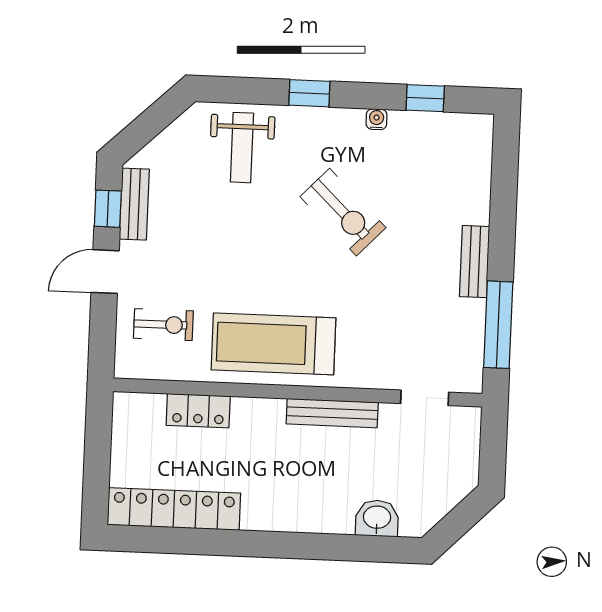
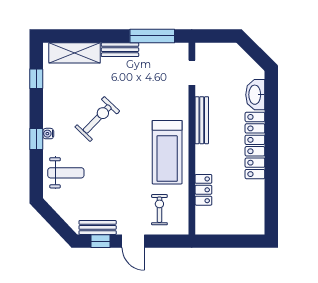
water cooler: (377, 119) -> (48, 134), moved
shelving: (472, 174) -> (75, 53), added
locker: (174, 509) -> (255, 146), moved
washbasin: (377, 518) -> (255, 95), width x1.38

